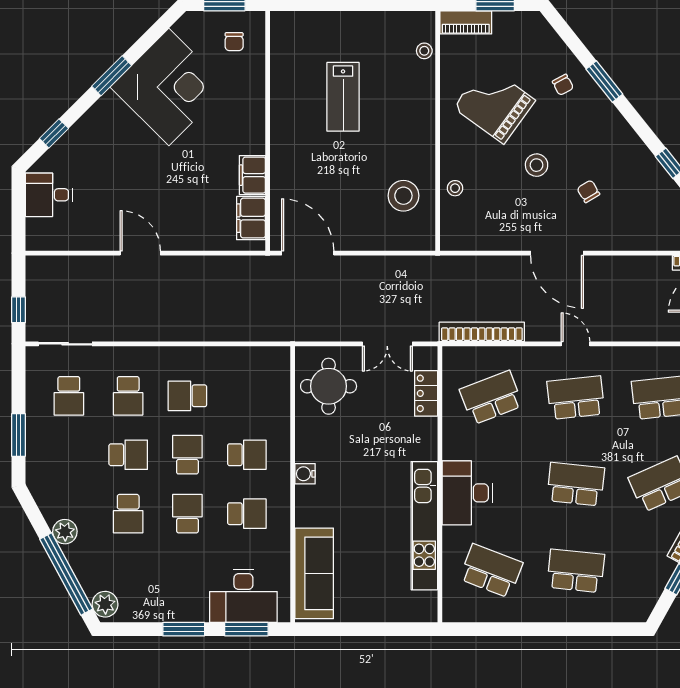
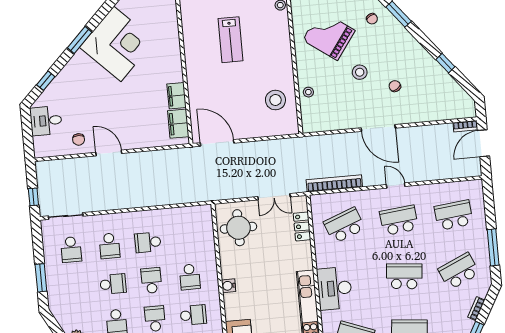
chair: (234, 42) -> (79, 139), moved
school desk: (247, 455) -> (190, 277), turned 90

